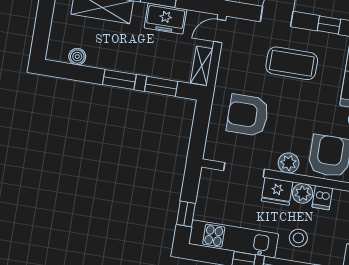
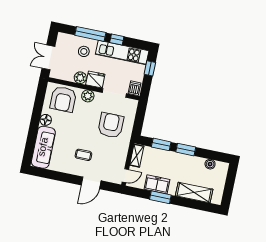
window: (329, 25) -> (60, 177), removed
coffee table: (292, 63) -> (83, 155), width x0.54, depth x0.58
armchair: (248, 115) -> (111, 125), turned -90
dishwasher: (322, 198) -> (134, 88), moved

